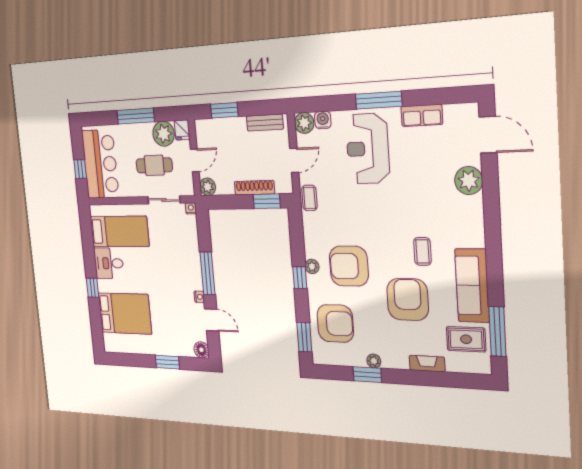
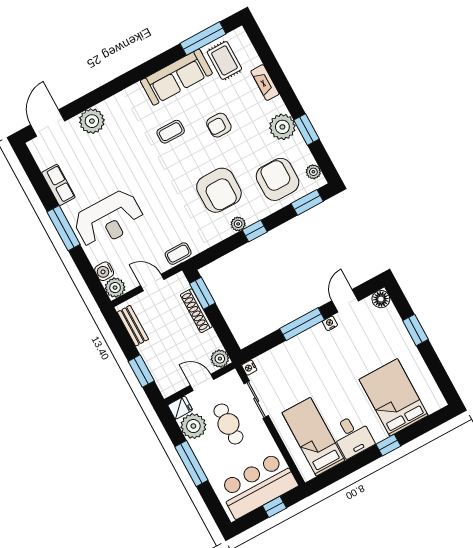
armchair: (408, 299) -> (219, 125), width x0.53, depth x0.53
plant: (328, 358) -> (313, 172), added
plant: (374, 361) -> (282, 127), width x1.88, depth x1.88

